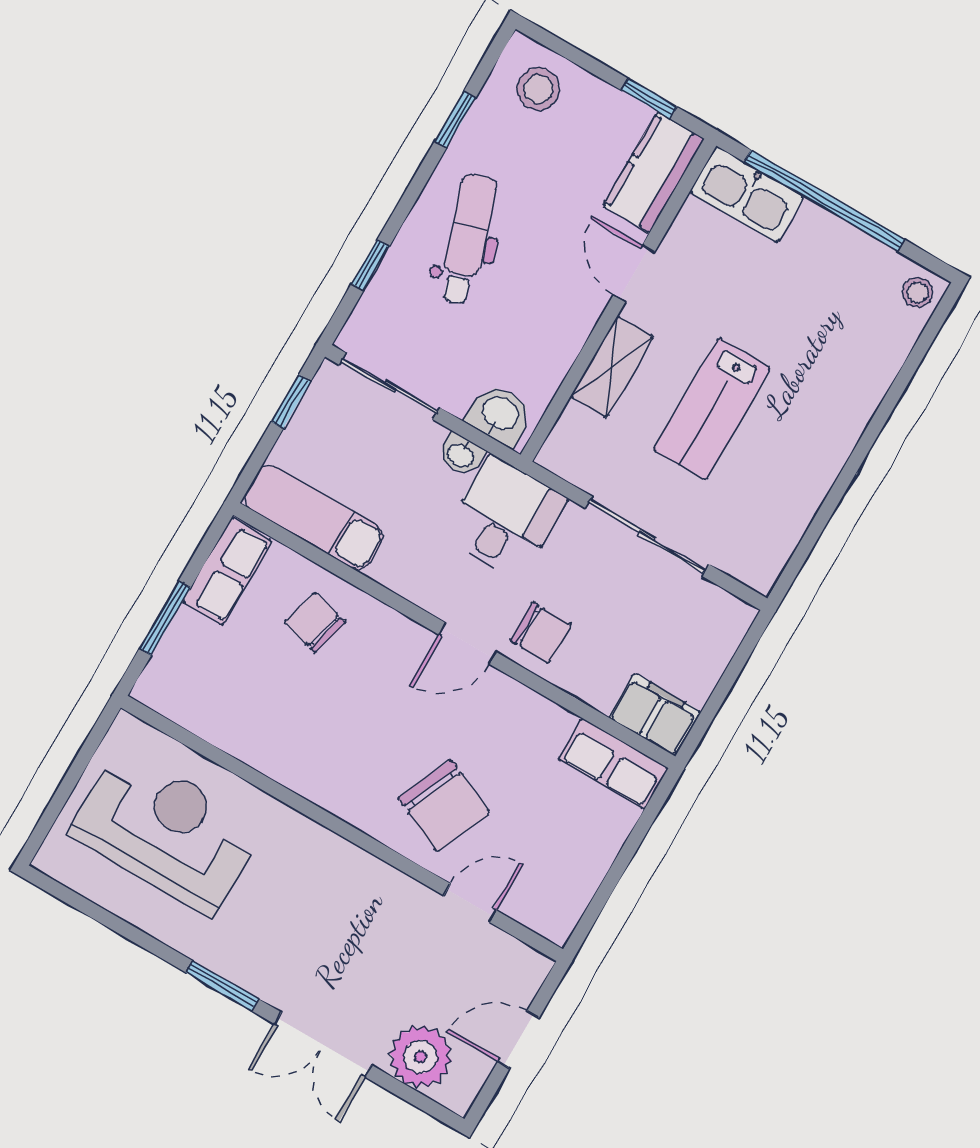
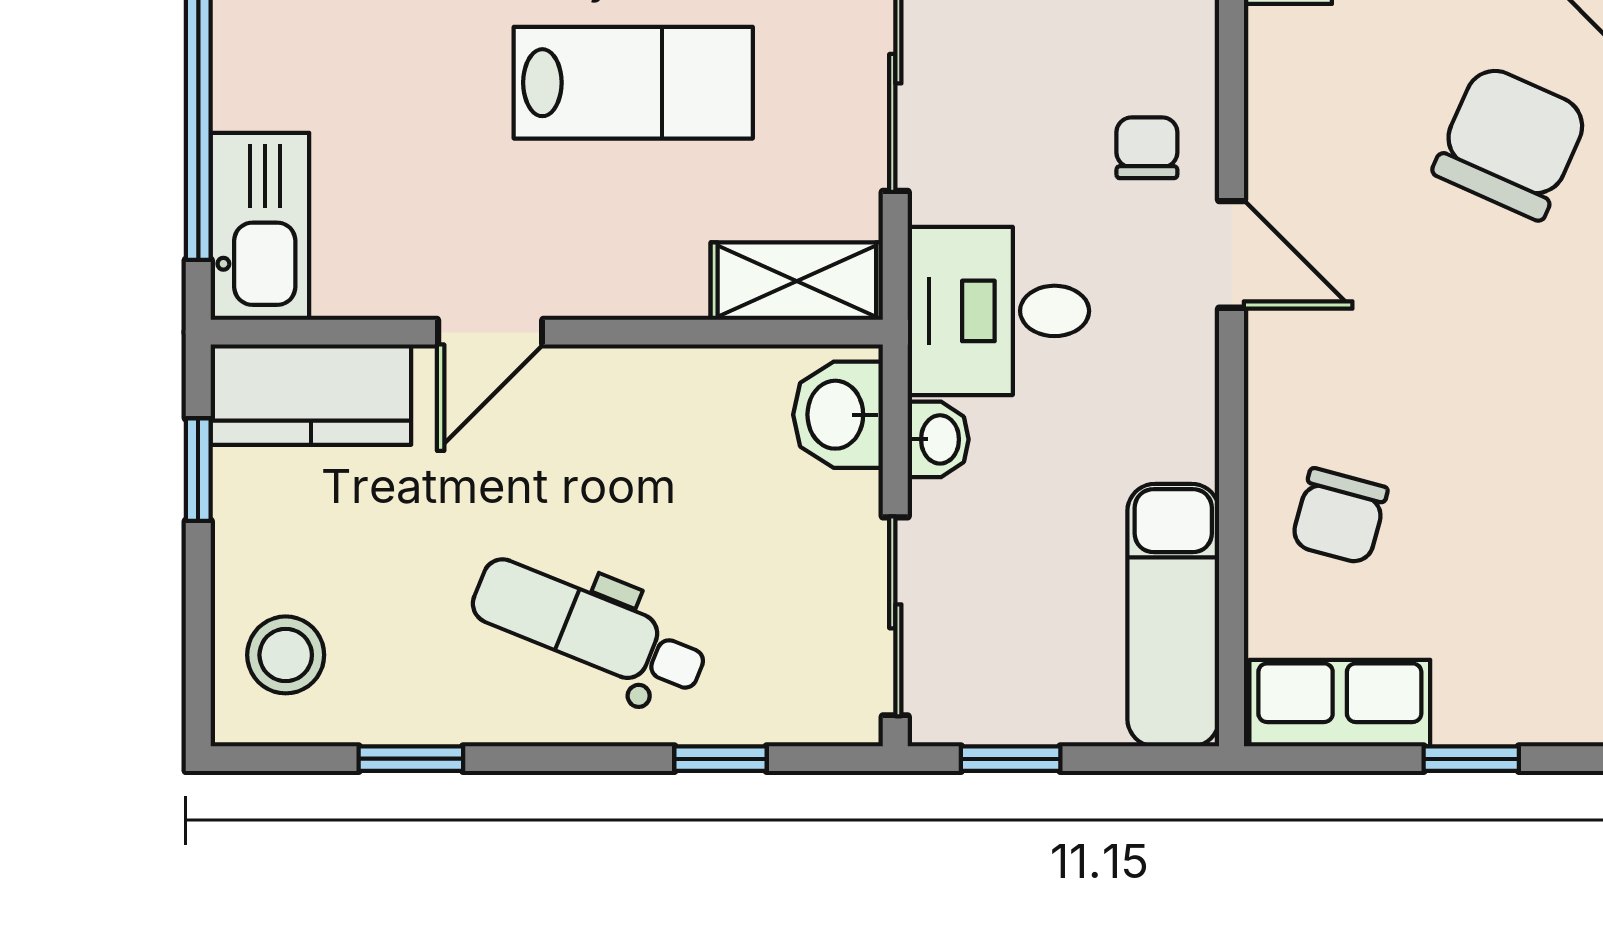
dental chair: (468, 239) -> (589, 628), turned 40
shelving: (612, 367) -> (797, 281), moved
window: (165, 618) -> (1471, 759), width x0.67
chair: (541, 633) -> (1147, 148), width x0.73, depth x0.73

